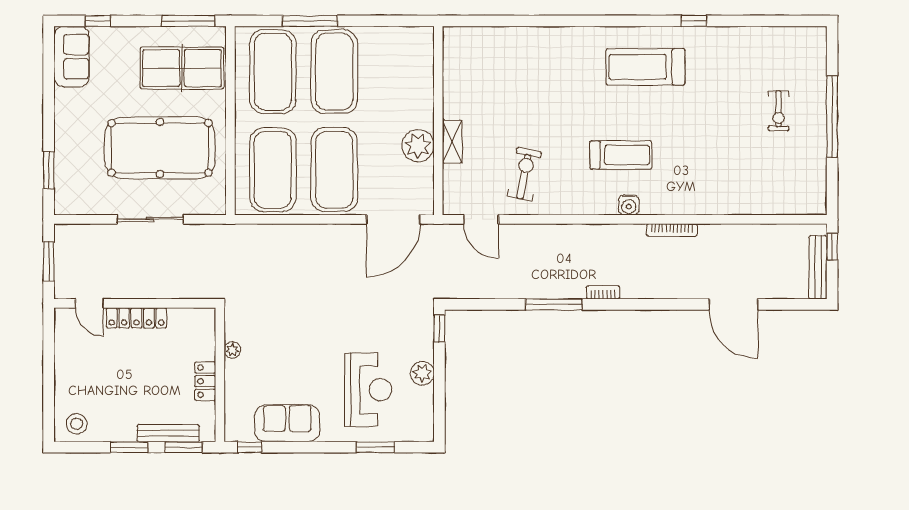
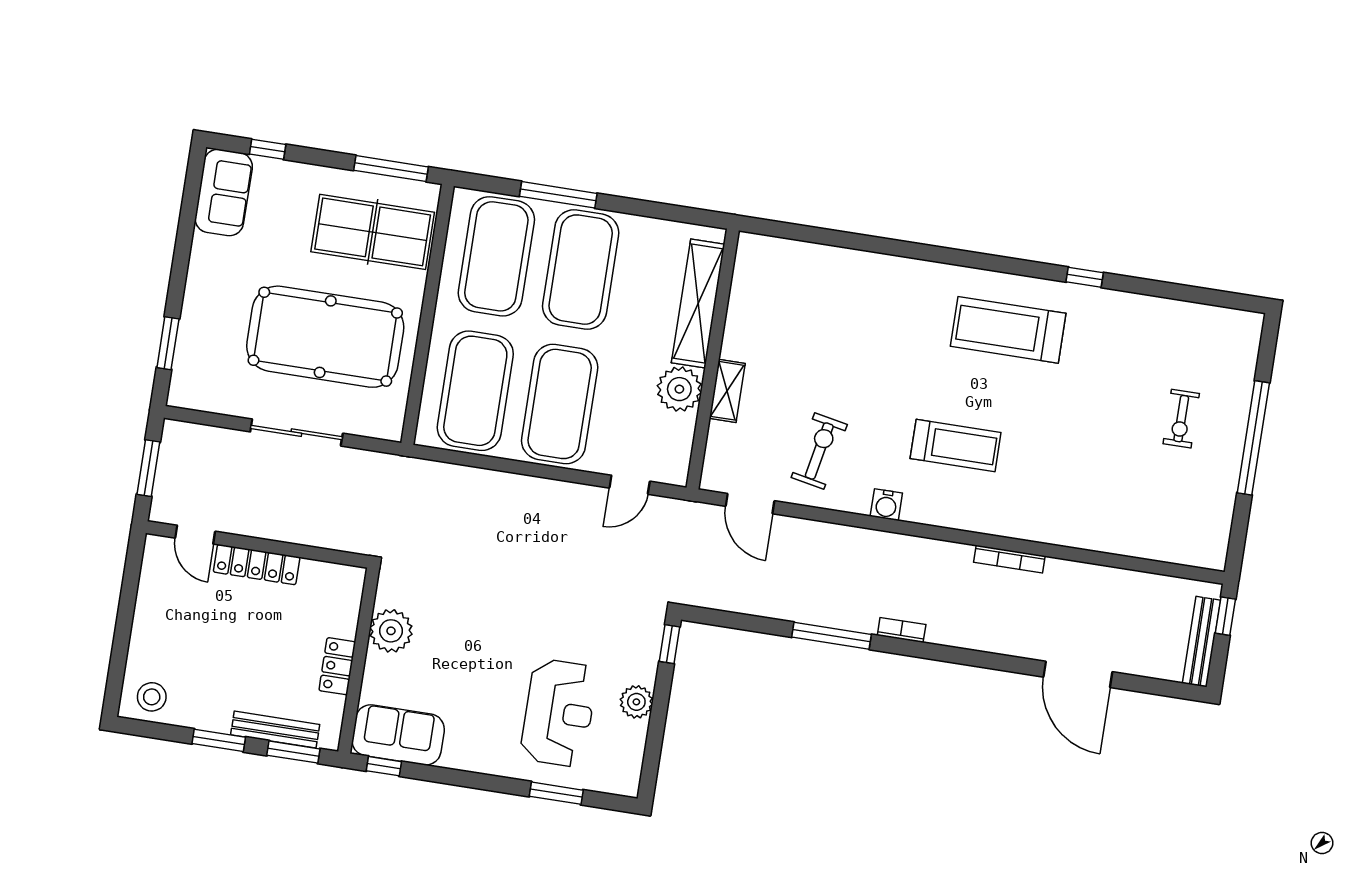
shelving: (422, 83) -> (698, 304), added
water cooler: (629, 205) -> (886, 505), moved
door: (393, 219) -> (630, 485), width x0.53
plant: (232, 350) -> (391, 631), width x1.88, depth x1.88
sofa: (287, 423) -> (398, 735), moved

